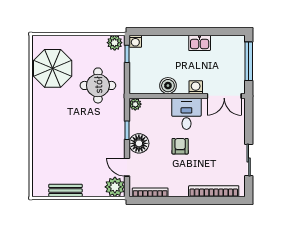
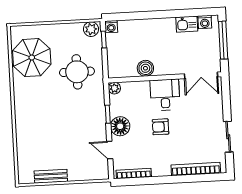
kitchen sink: (200, 43) -> (187, 24), moved
washing machine: (196, 87) -> (205, 22), moved, turned 180
armchair: (180, 146) -> (161, 127), turned -90
plant: (115, 187) -> (99, 170), removed

